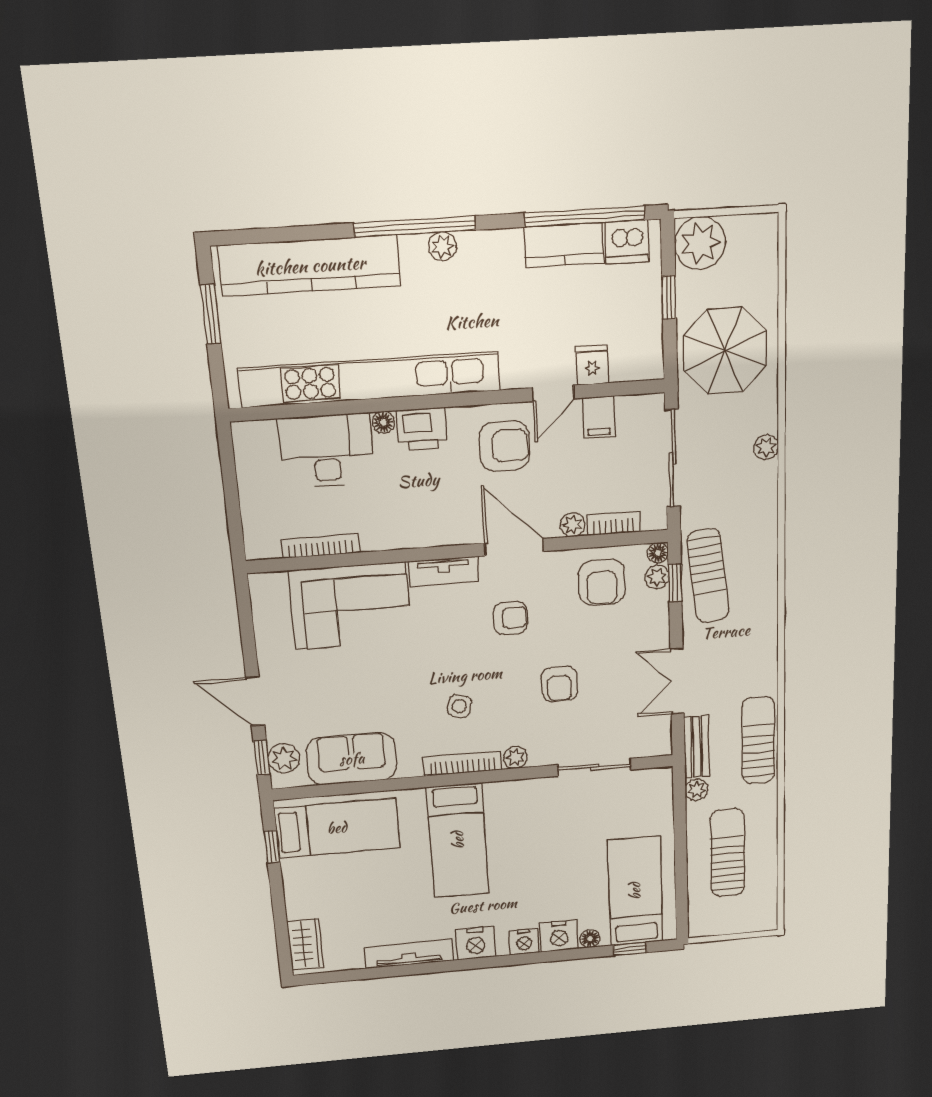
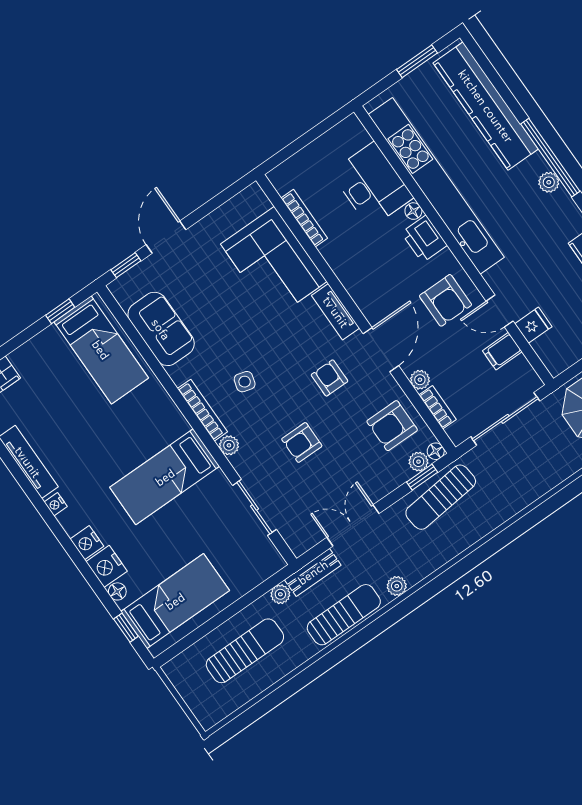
plant: (766, 447) -> (397, 586), moved
armchair: (510, 618) -> (329, 378), turned 180
plant: (284, 758) -> (134, 281), removed
bed: (458, 840) -> (165, 477), moved
nightstand: (476, 943) -> (56, 504), width x0.53, depth x0.56

